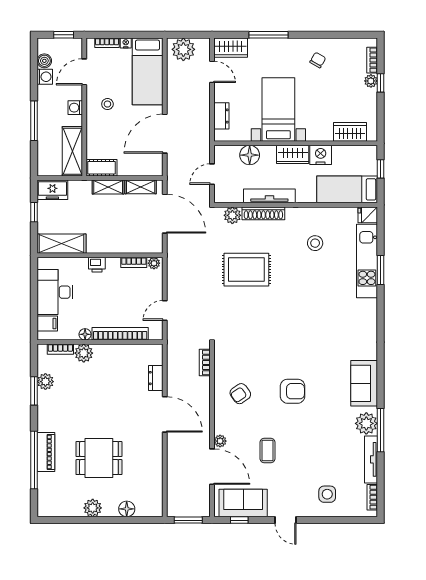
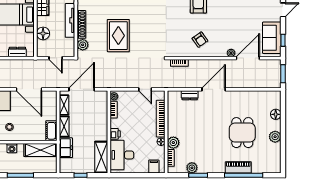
freezer: (52, 190) -> (66, 148), moved
desk: (55, 292) -> (122, 155), moved, turned 90
coffee table: (267, 450) -> (237, 22), removed

